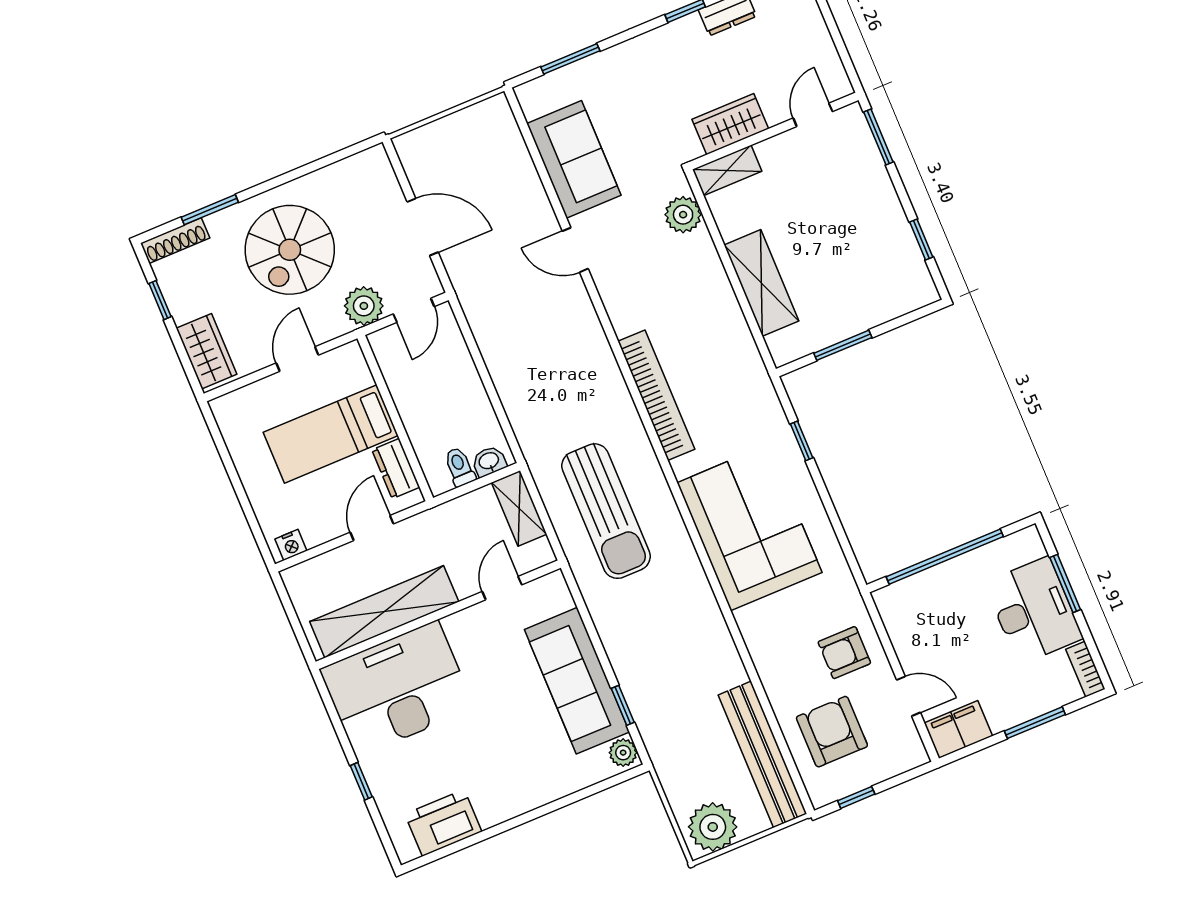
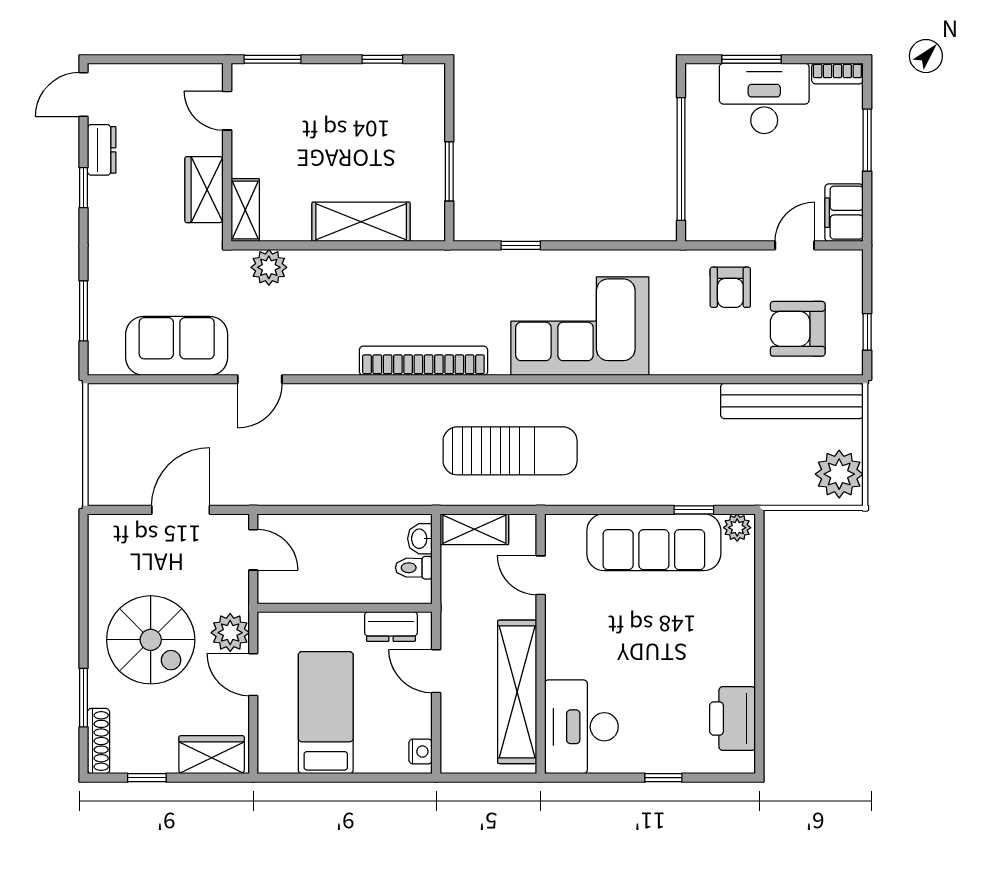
plant: (364, 306) -> (230, 633), moved
bed: (331, 434) -> (326, 713), moved, turned 180
desk: (397, 689) -> (581, 727), width x0.73, depth x0.77

